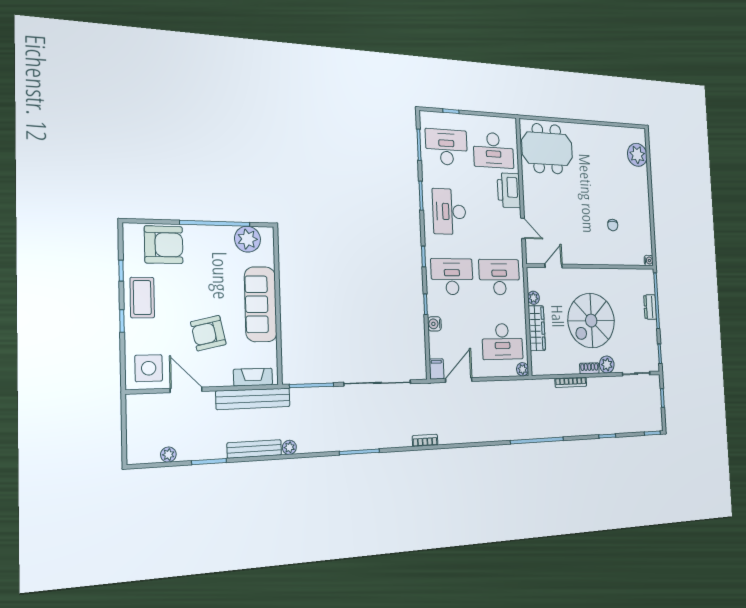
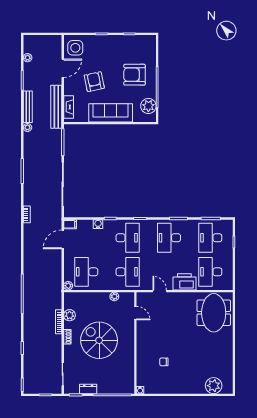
desk: (446, 147) -> (210, 238), turned 180
desk: (449, 212) -> (169, 238), turned -90
door: (523, 228) -> (160, 291), swing flipped
armchair: (164, 245) -> (134, 75), moved, turned 90
coffee table: (142, 298) -> (114, 45), removed
dresser: (650, 307) -> (88, 389), moved
wardrobe: (537, 328) -> (94, 298), removed
plant: (607, 365) -> (70, 315), moved
door: (459, 380) -> (63, 239), swing flipped

